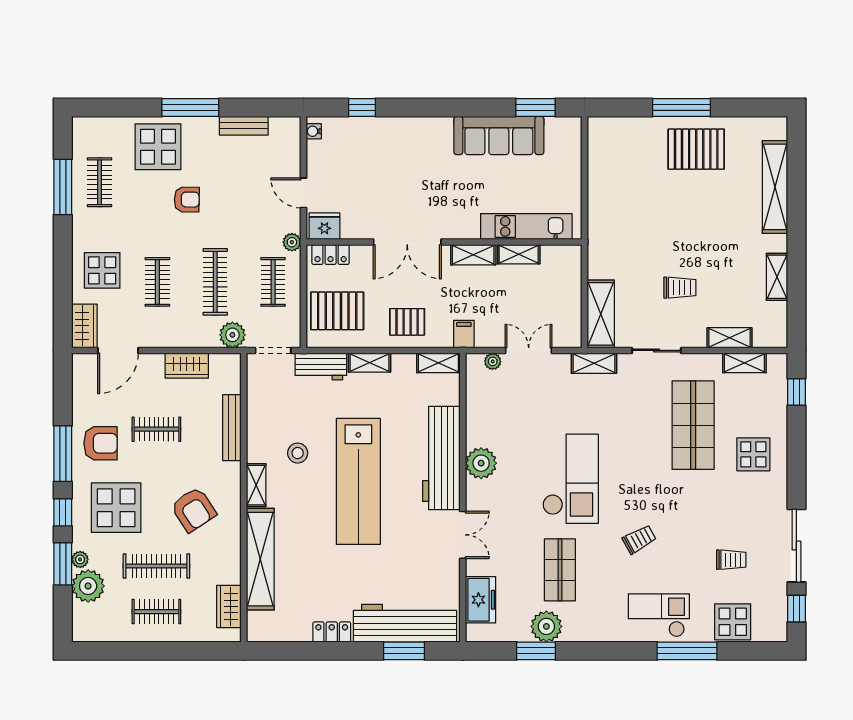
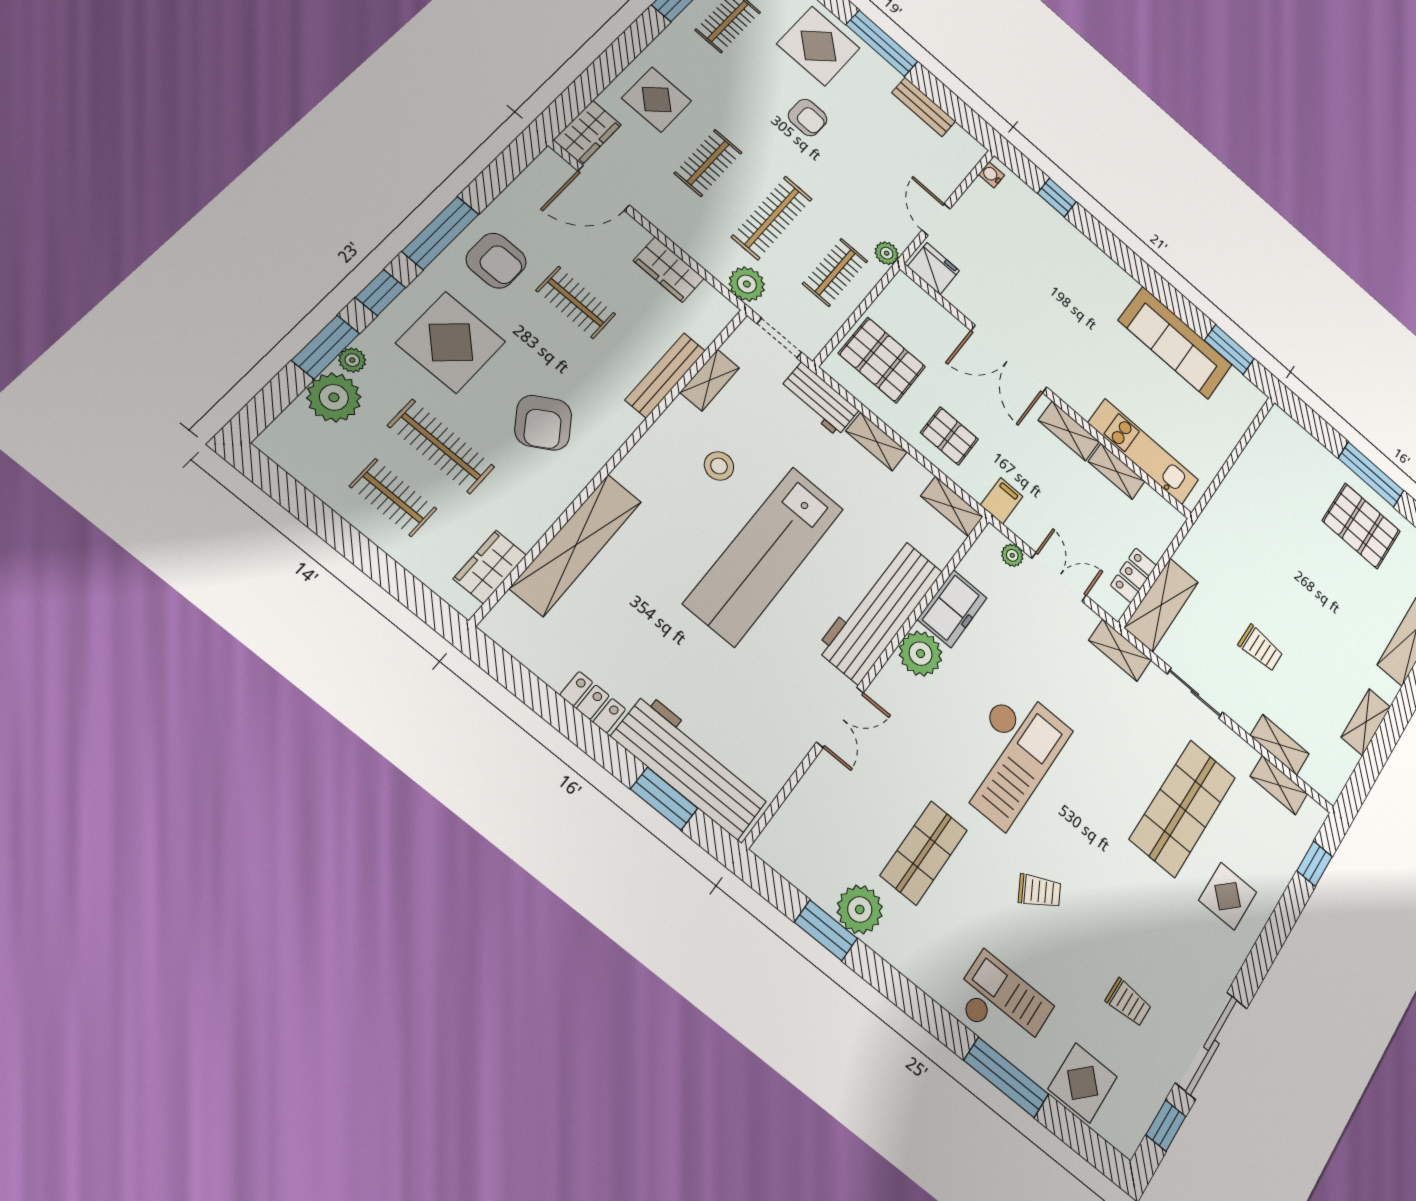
locker: (331, 255) -> (1133, 575), moved, turned 90
shelving: (256, 485) -> (710, 380), moved
freezer: (481, 600) -> (952, 609), moved

